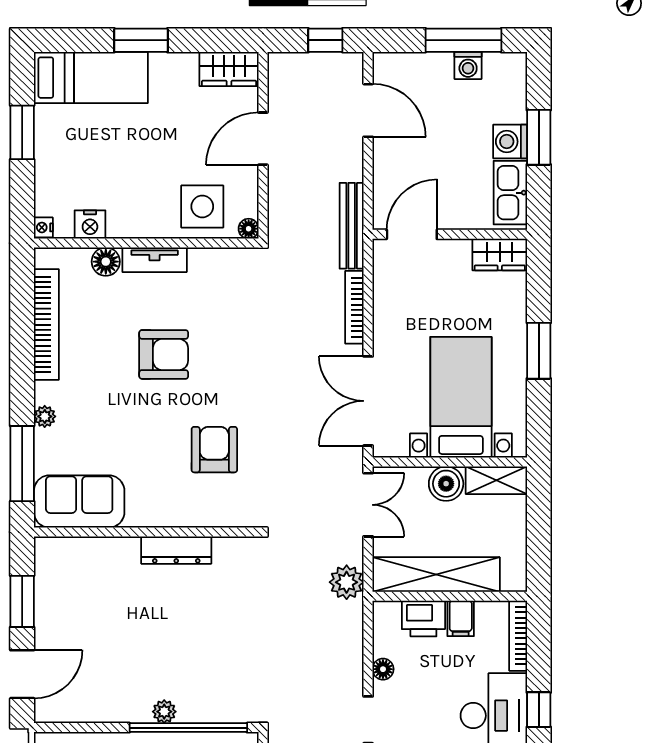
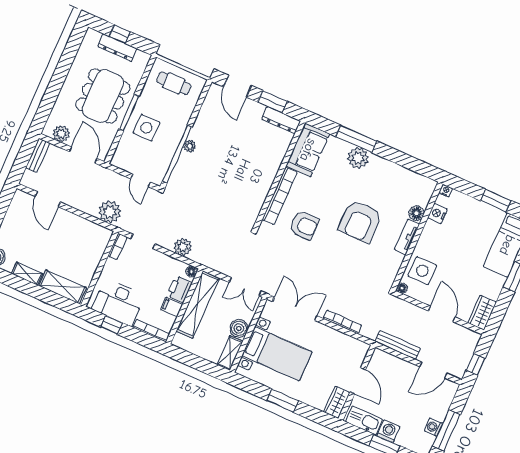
bench: (352, 226) -> (398, 345), moved
door: (412, 234) -> (358, 381), moved
bookcase: (46, 325) -> (280, 196), moved, turned -90
armchair: (164, 354) -> (360, 221), width x1.36, depth x1.36
plant: (45, 416) -> (358, 158), width x1.87, depth x1.87
window: (22, 464) -> (356, 139), moved
dresser: (176, 550) -> (281, 120), moved, turned -90
plant: (347, 582) -> (183, 247), moved
floor lamp: (383, 669) -> (191, 271), moved

